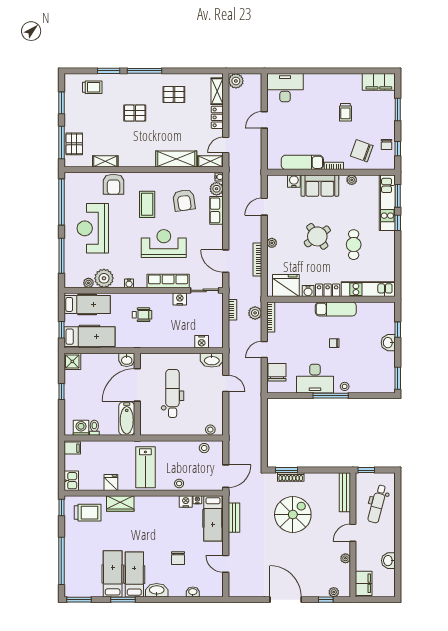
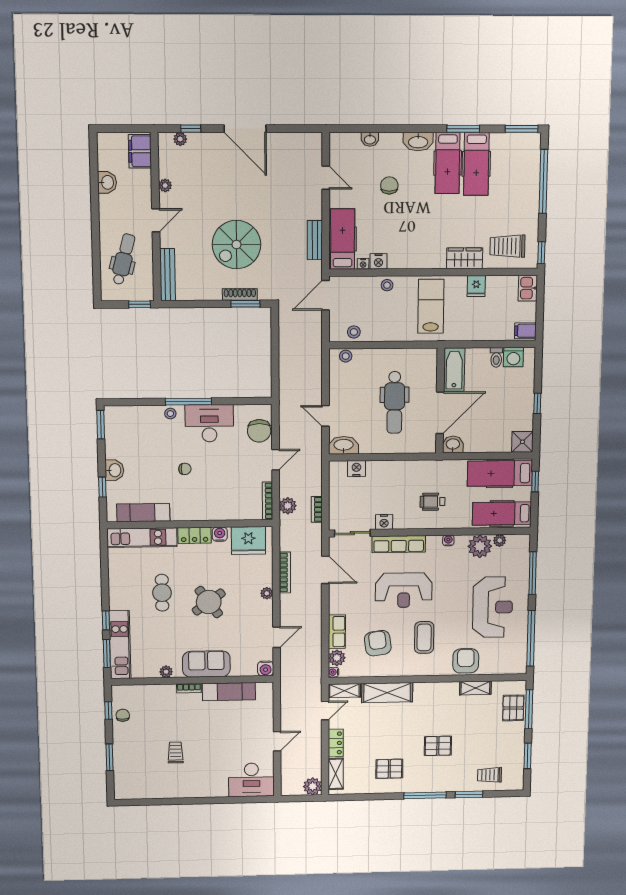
filing cabinet: (379, 82) -> (134, 789), removed
chair: (362, 151) -> (154, 707), removed
water cooler: (294, 181) -> (266, 668), moved
exam couch: (336, 309) -> (143, 513), moved

